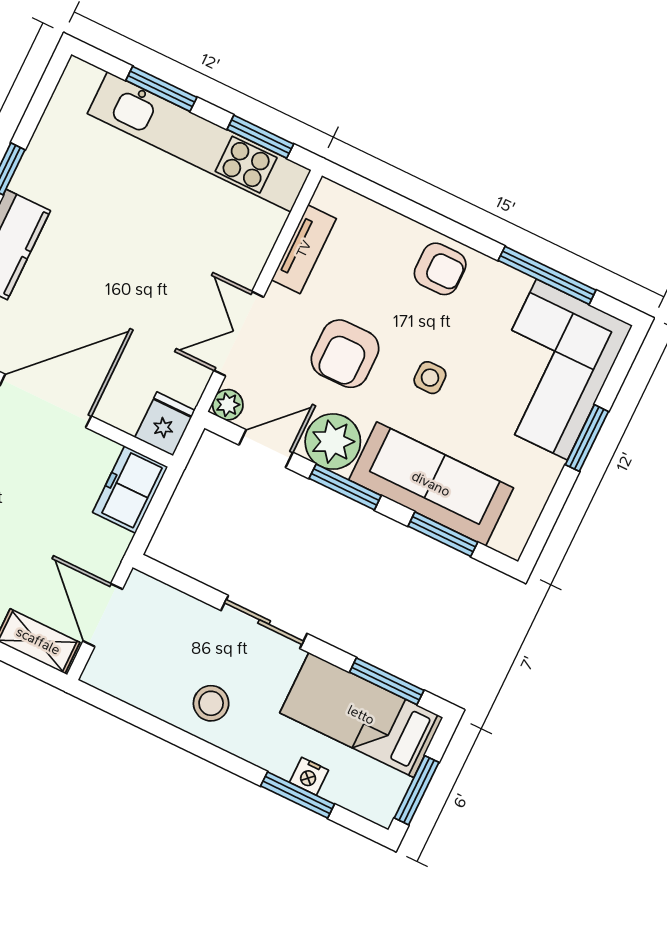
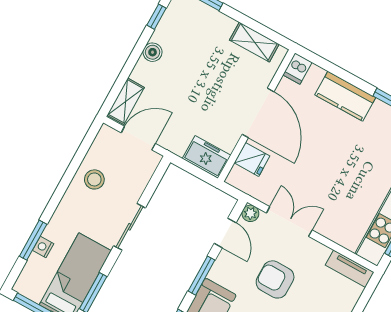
tv unit: (304, 249) -> (350, 269), moved
fridge: (165, 424) -> (252, 159), moved
plant: (333, 442) -> (227, 270), removed
stool: (211, 703) -> (94, 179), moved

